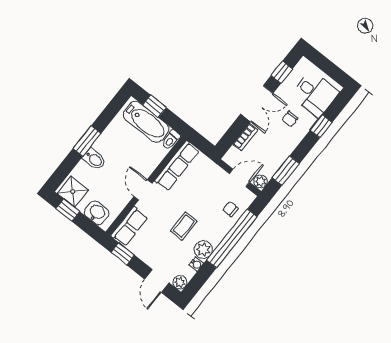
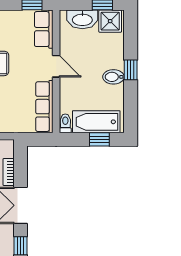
window: (87, 141) -> (131, 70), width x0.67
bidet: (94, 159) -> (113, 77), moved
washbasin: (97, 213) -> (82, 19), width x1.38

